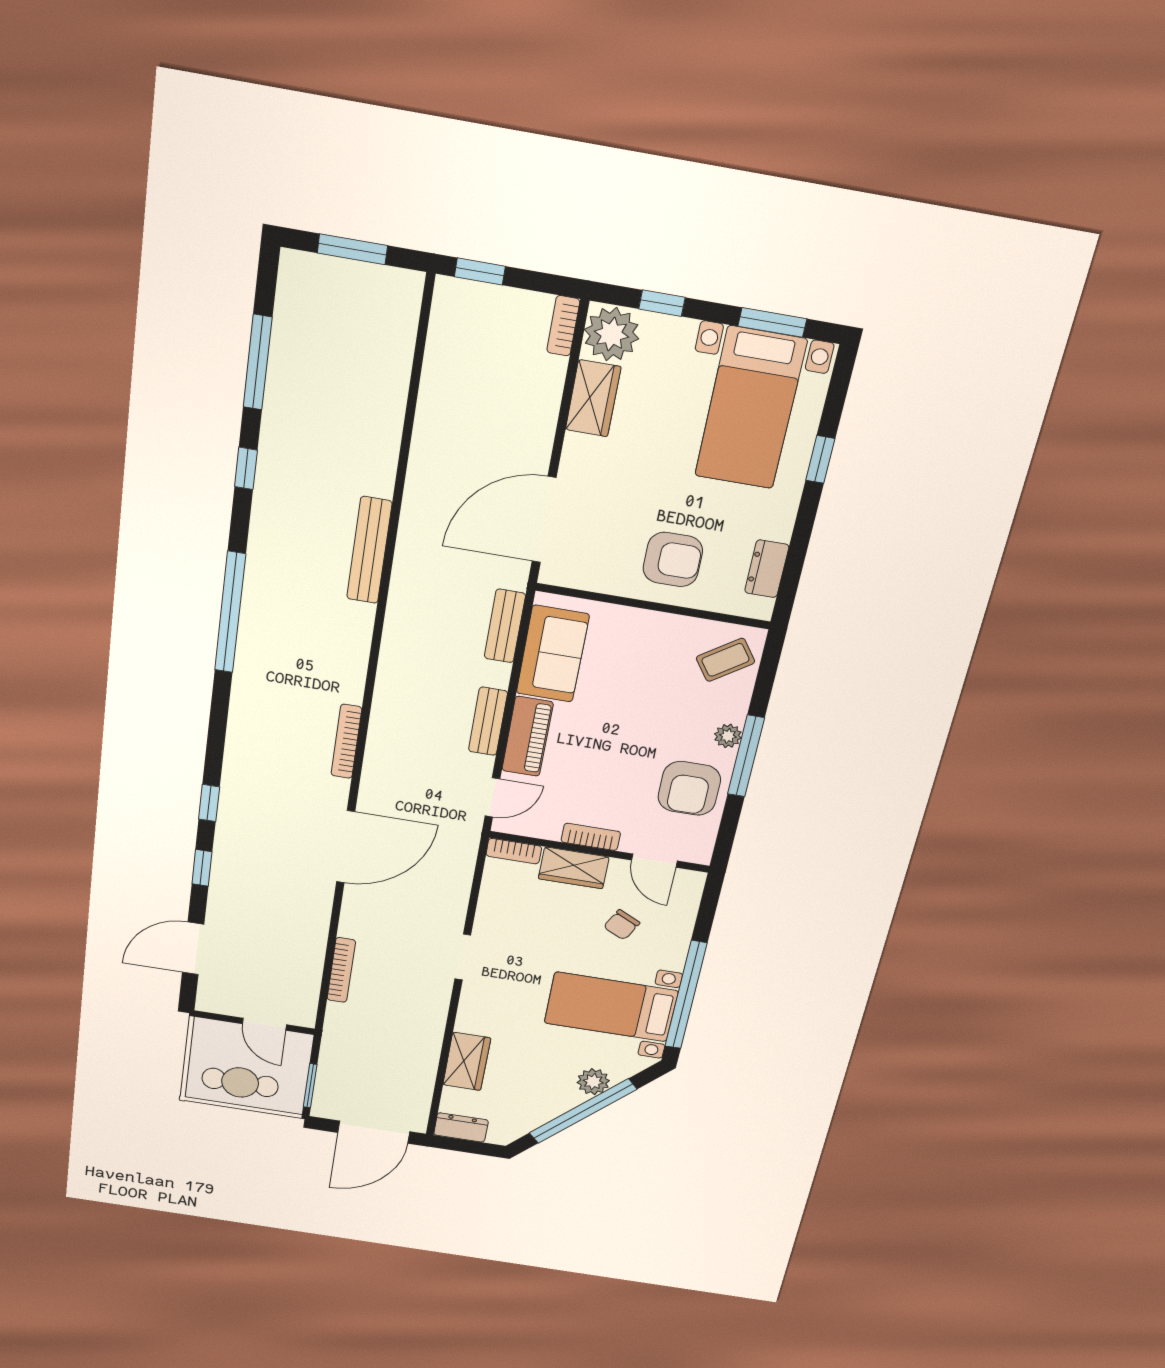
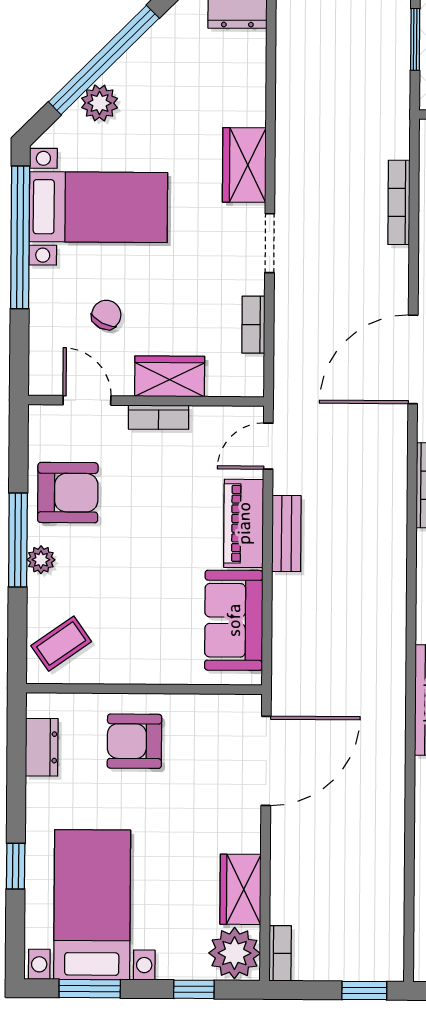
bench: (505, 626) -> (286, 642), removed
armchair: (689, 788) -> (68, 493), turned 90
bookcase: (514, 851) -> (253, 325), moved, turned -90
wardrobe: (467, 1061) -> (244, 165), moved

